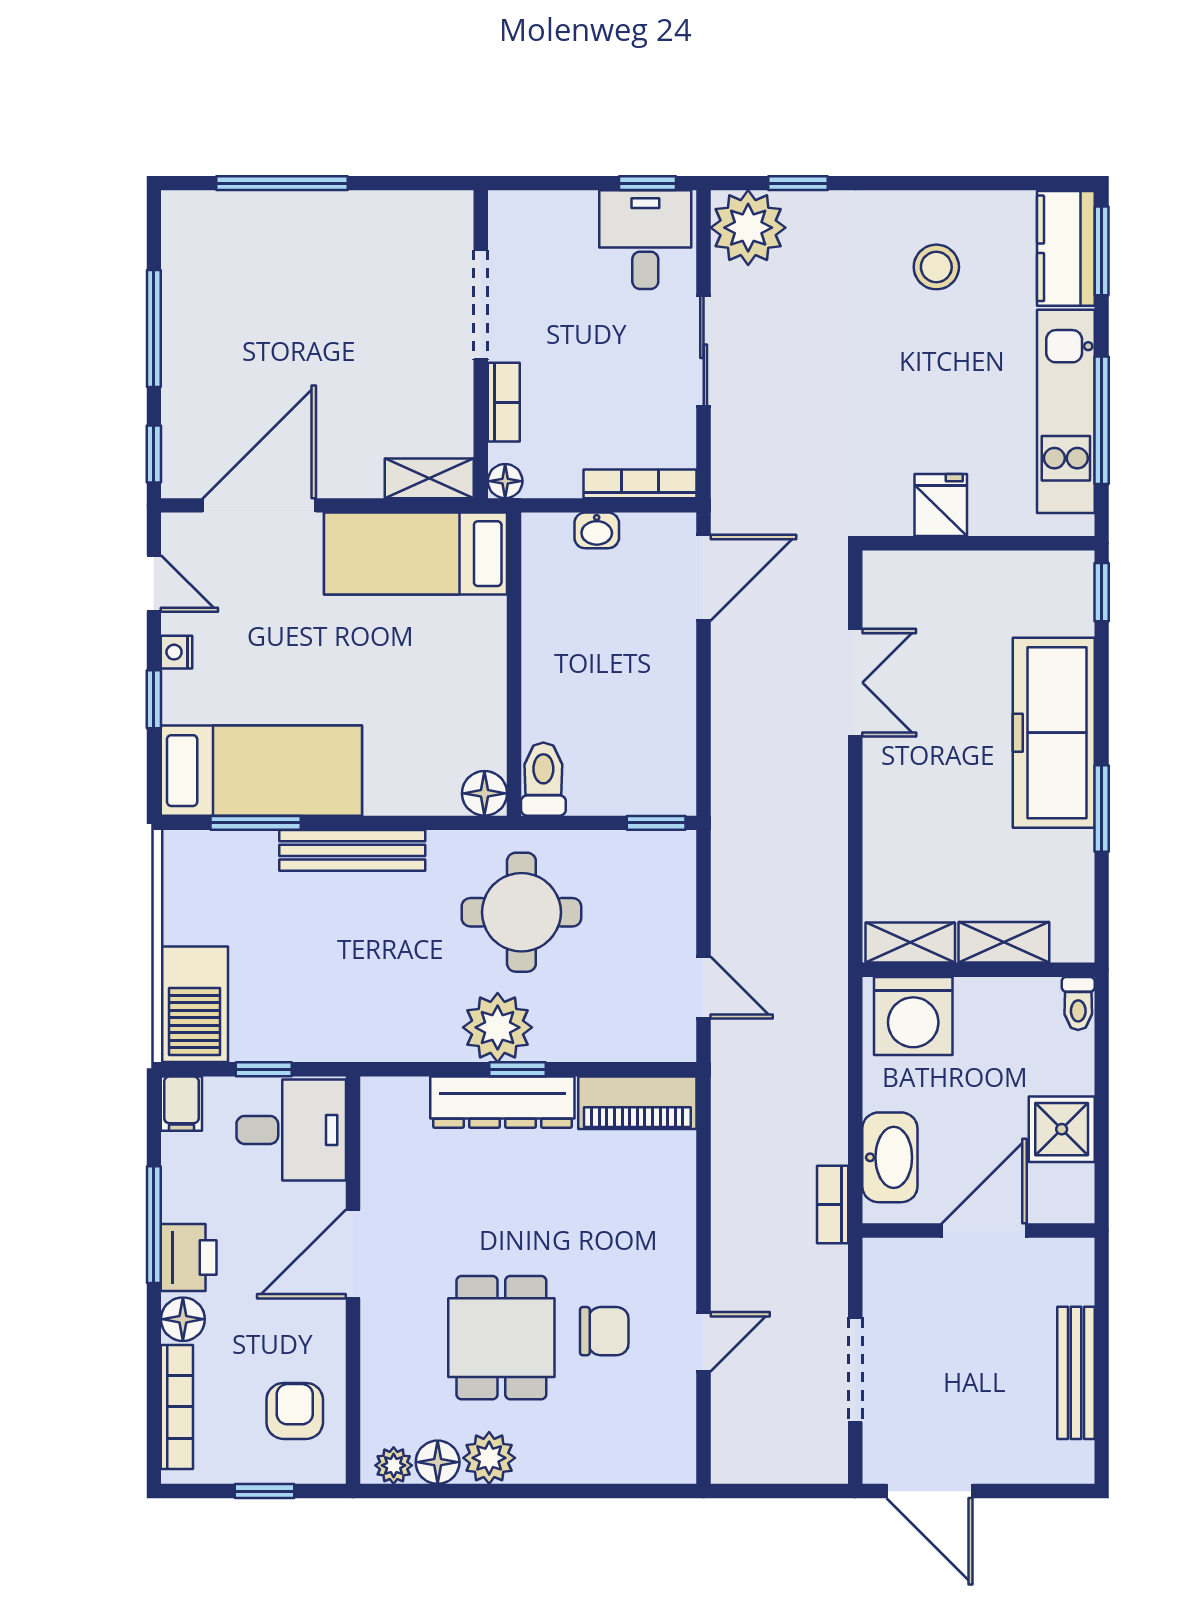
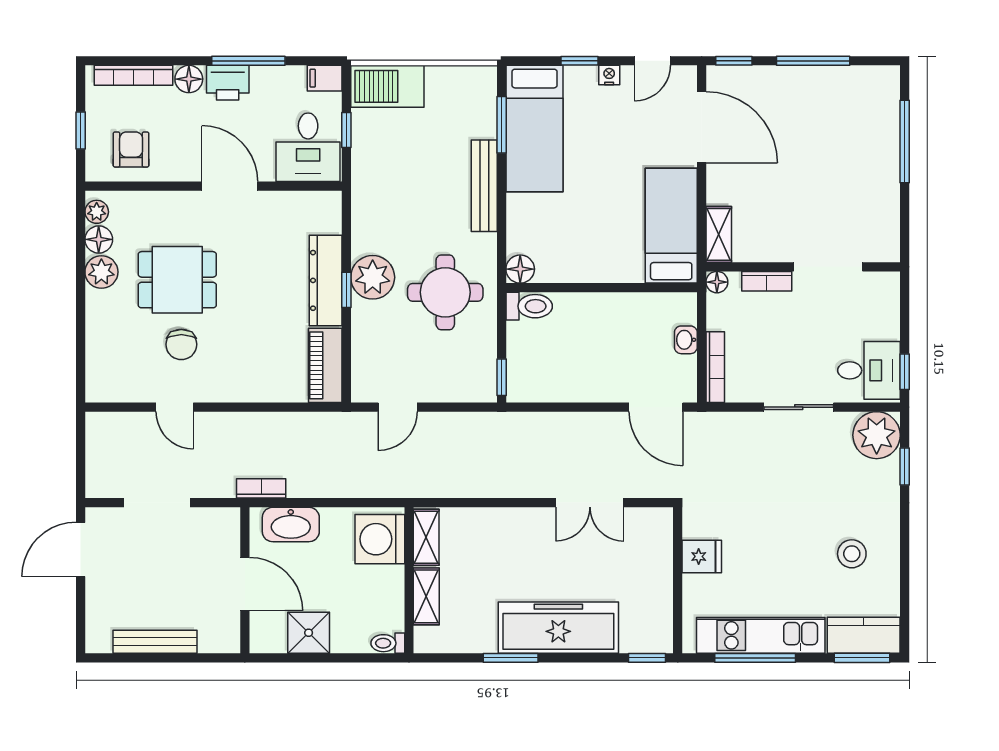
armchair: (295, 1411) -> (131, 150), turned -90

